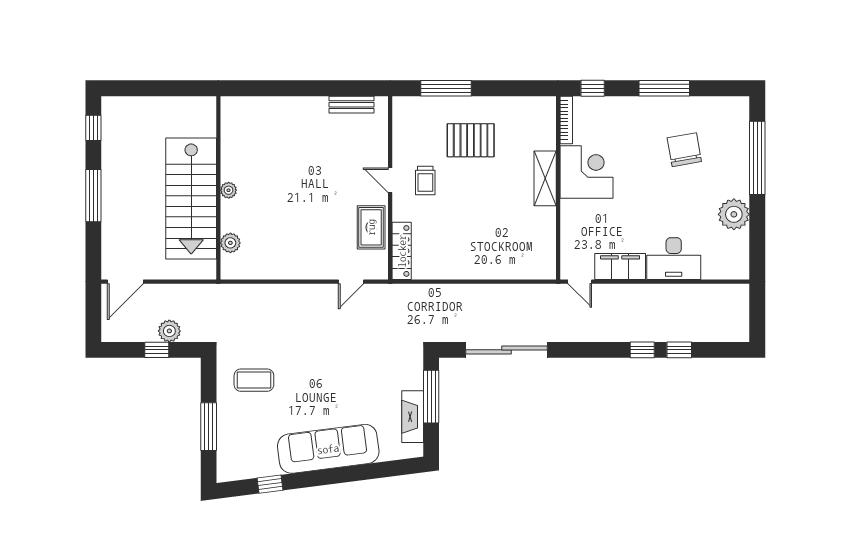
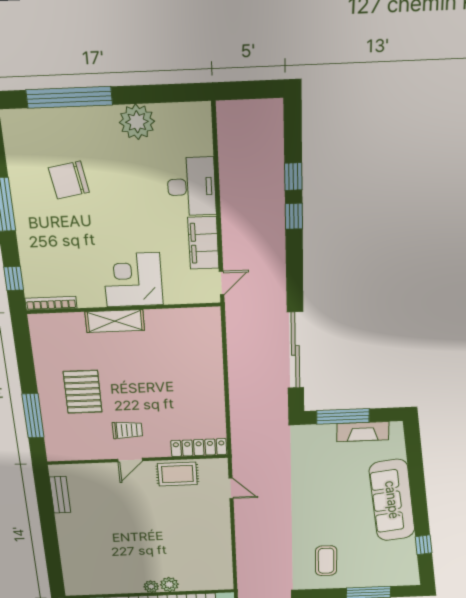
corner desk: (586, 172) -> (133, 280), moved
plant: (230, 243) -> (169, 584), moved

